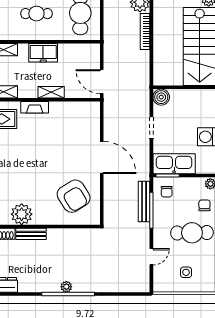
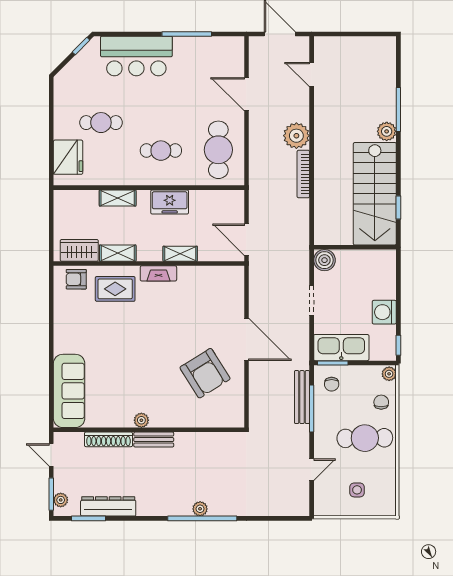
armchair: (74, 196) -> (205, 373), moved
plant: (22, 214) -> (141, 420), width x0.53, depth x0.53

